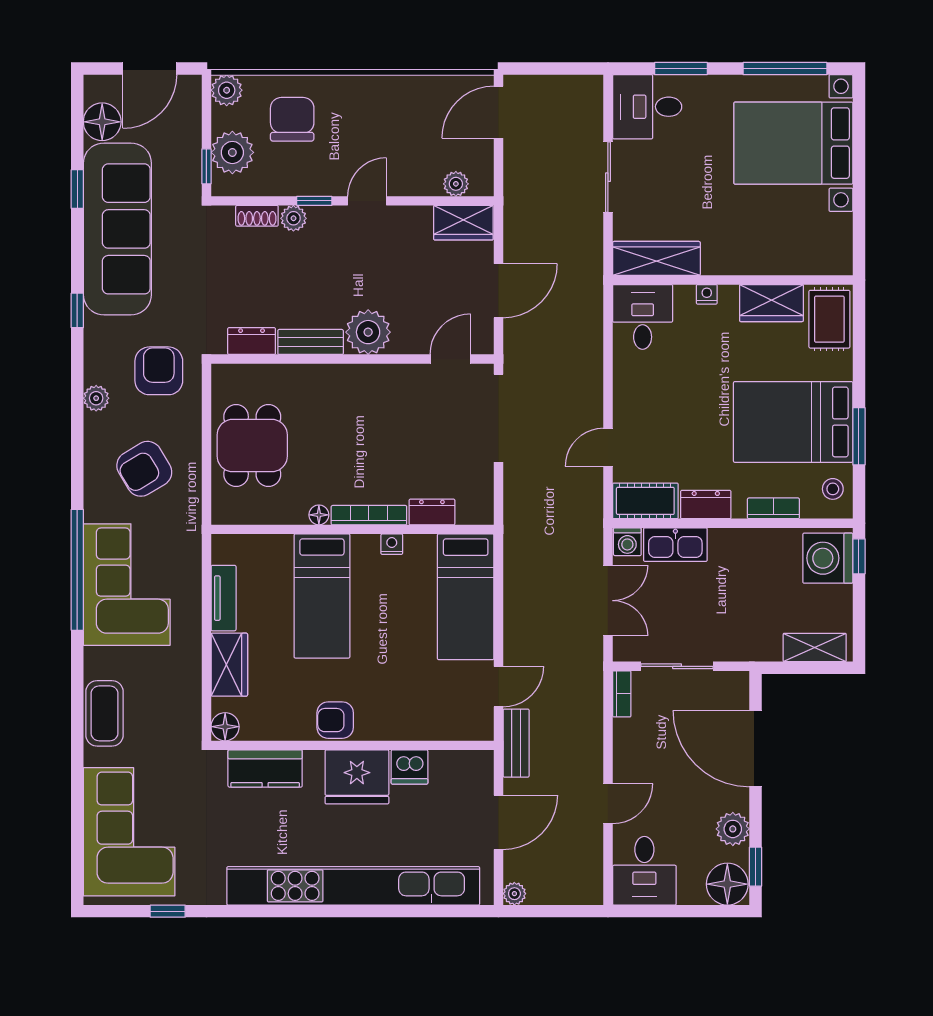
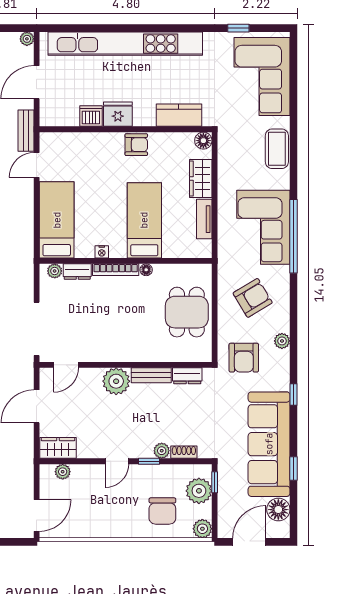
plant: (469, 513) -> (55, 271), added
fridge: (357, 777) -> (118, 114), width x0.73, depth x0.75

